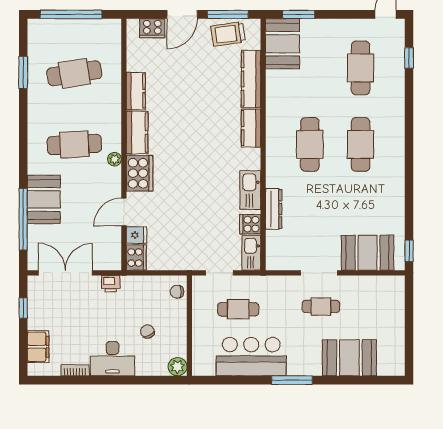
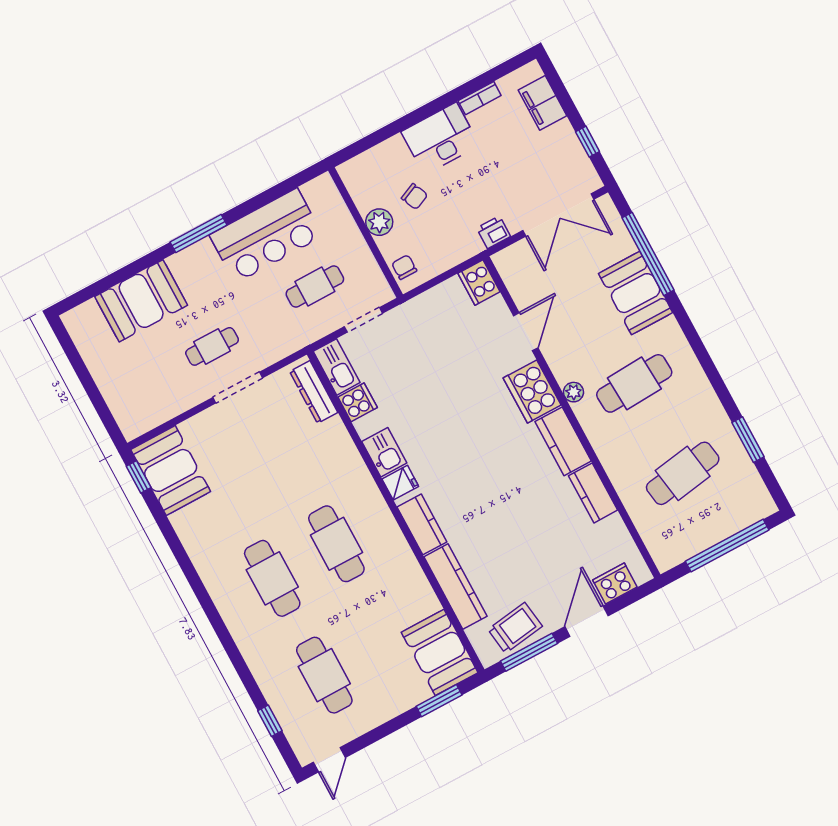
kitchen sink: (250, 190) -> (384, 452), width x0.73
dresser: (274, 209) -> (314, 392), moved
fridge: (136, 235) -> (400, 483), moved, turned 180
booth: (368, 253) -> (171, 470), moved, turned 90
chair: (177, 292) -> (404, 267), turned -90
plant: (177, 367) -> (379, 222), moved

